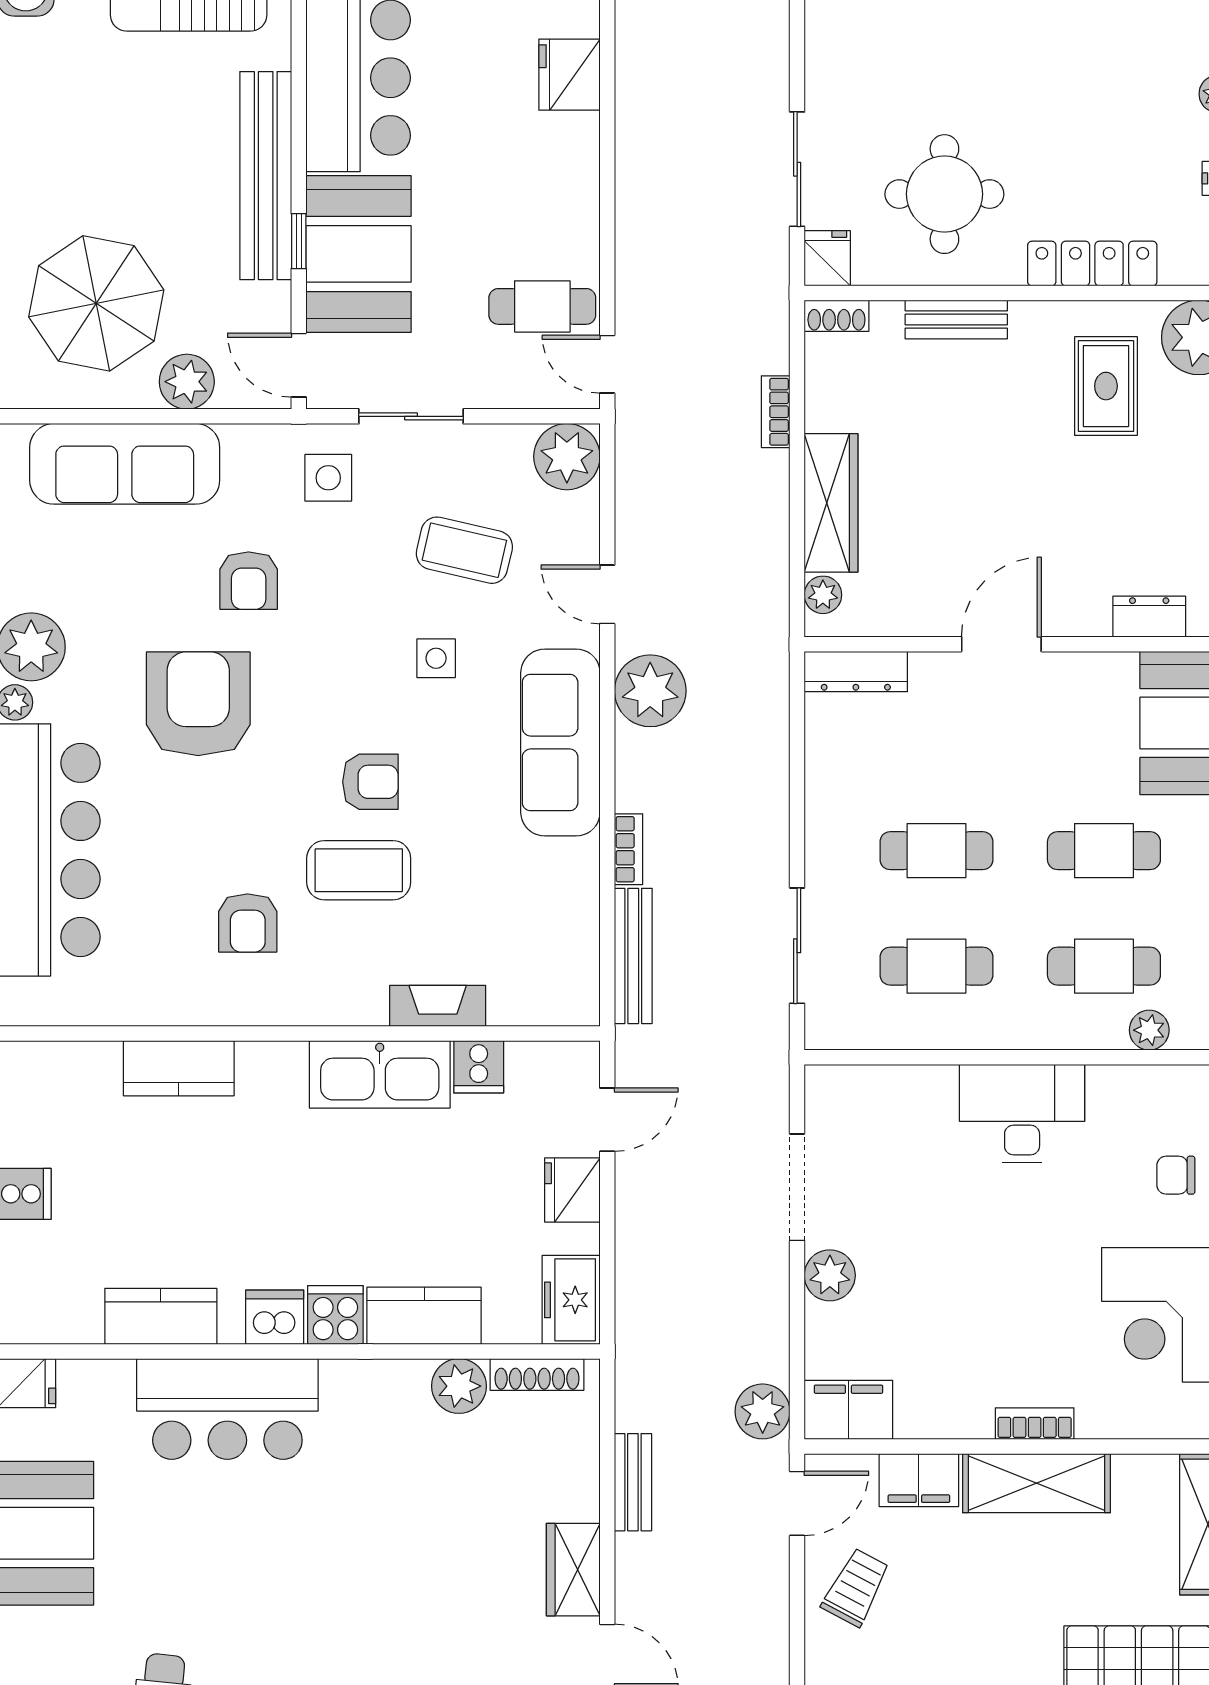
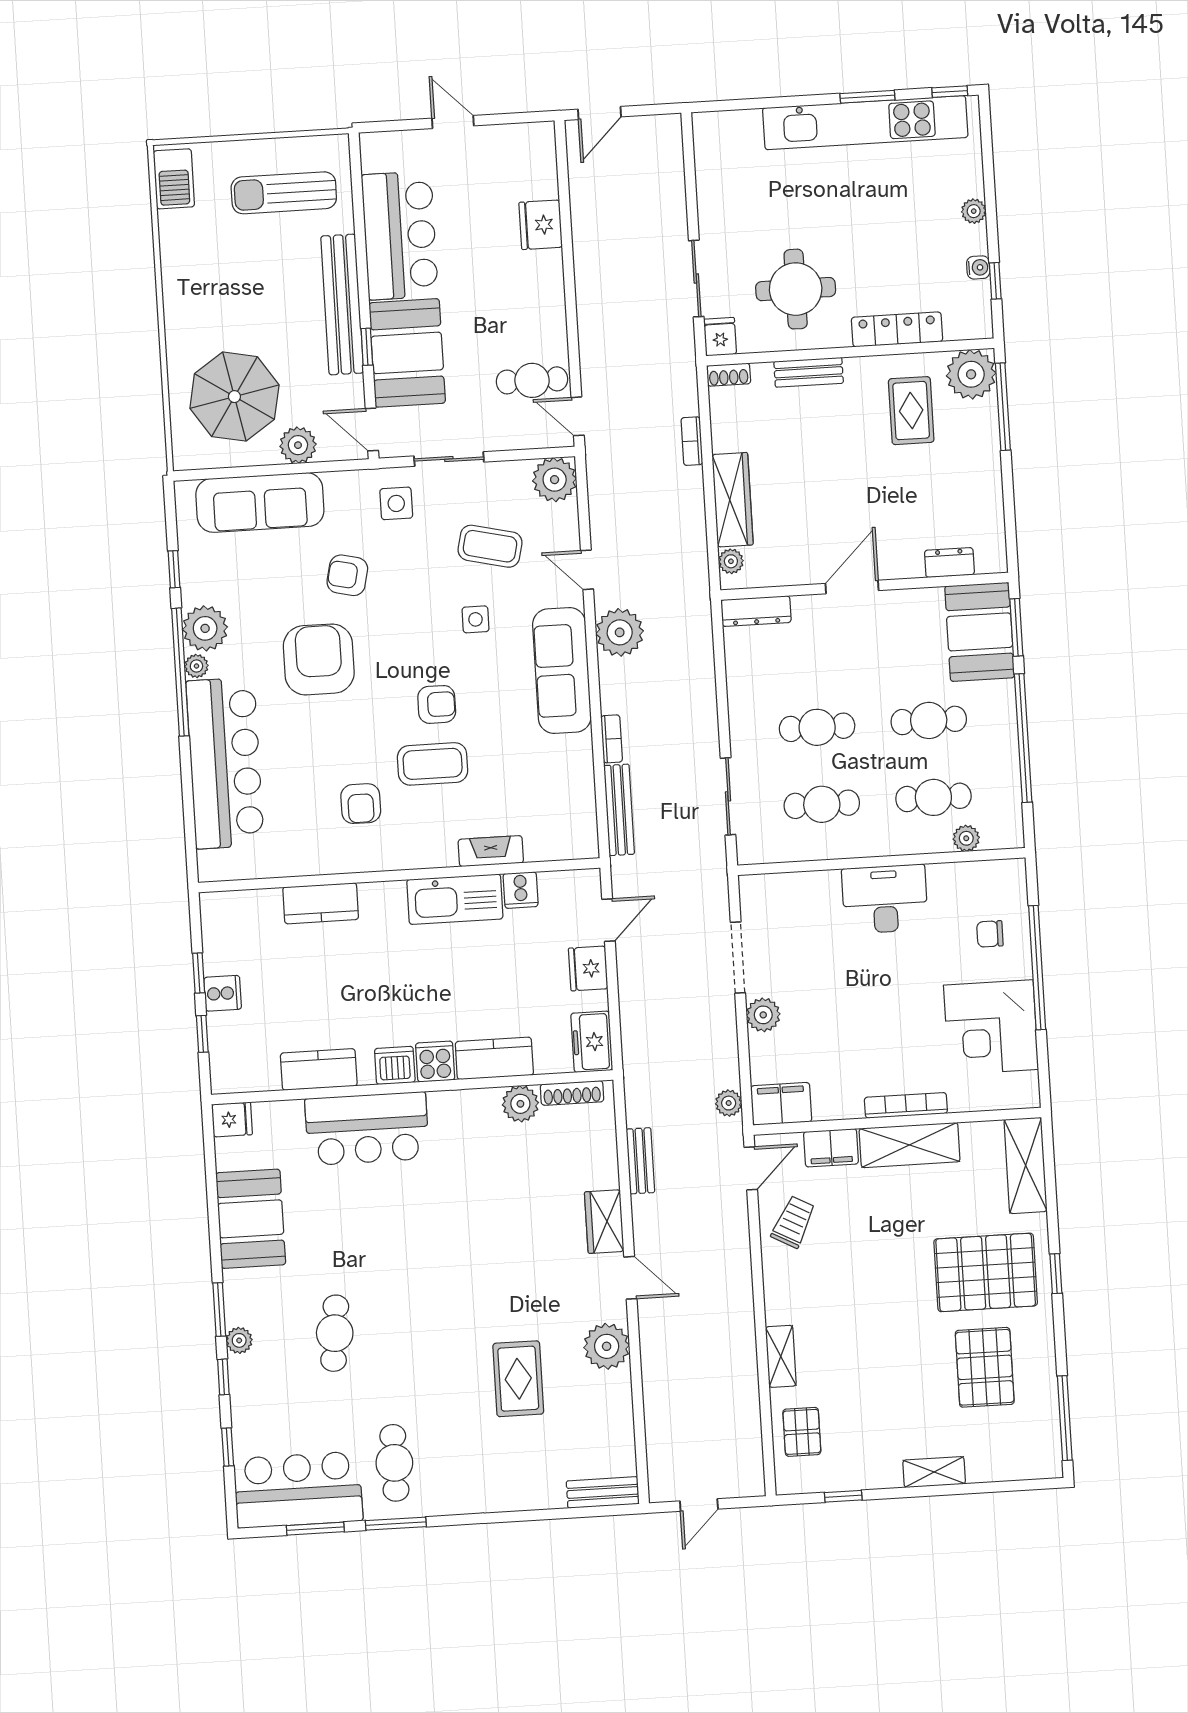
armchair: (249, 581) -> (347, 575), turned 103
plant: (763, 1411) -> (729, 1103), width x0.73, depth x0.73
bookcase: (1035, 1424) -> (906, 1105), width x1.56

